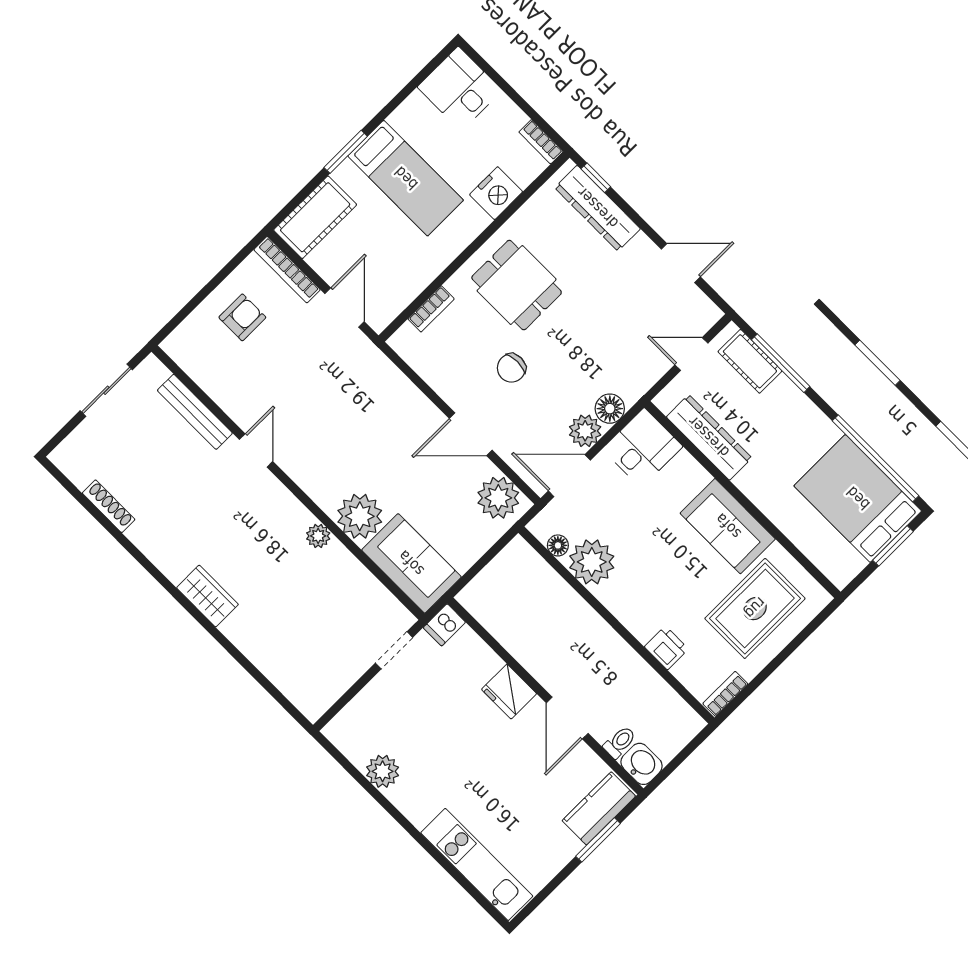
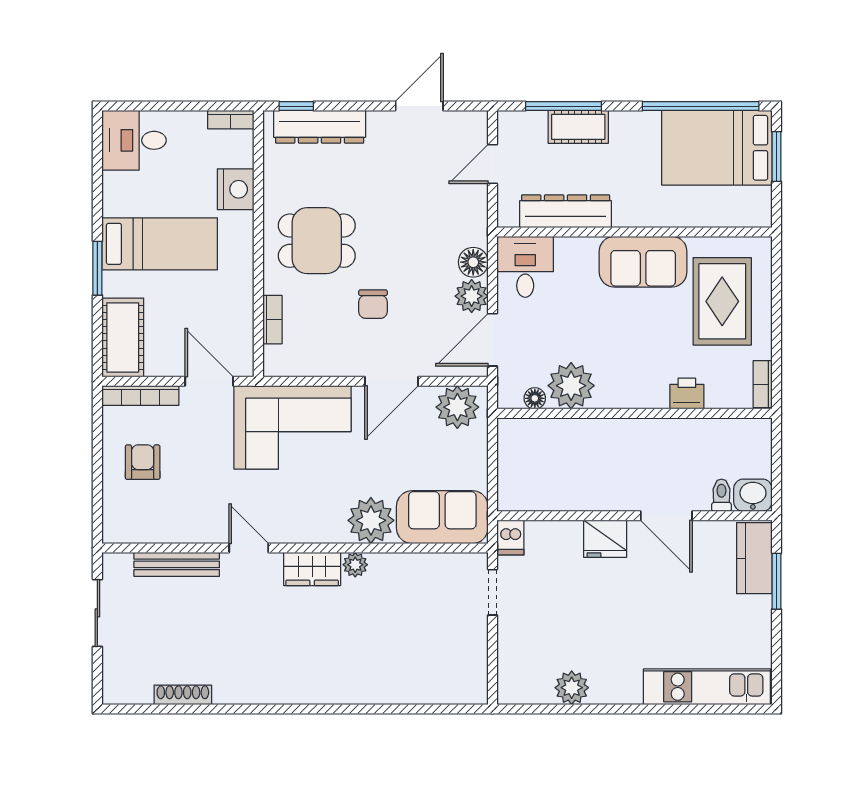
cot: (750, 361) -> (578, 127), moved
corner sofa: (370, 397) -> (292, 427), added
wardrobe: (207, 596) -> (312, 569), moved, turned 180

